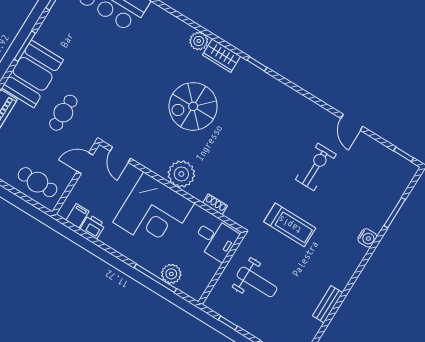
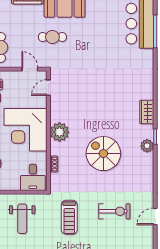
plant: (199, 41) -> (147, 146), moved
spiral stairs: (193, 106) -> (103, 154), moved

